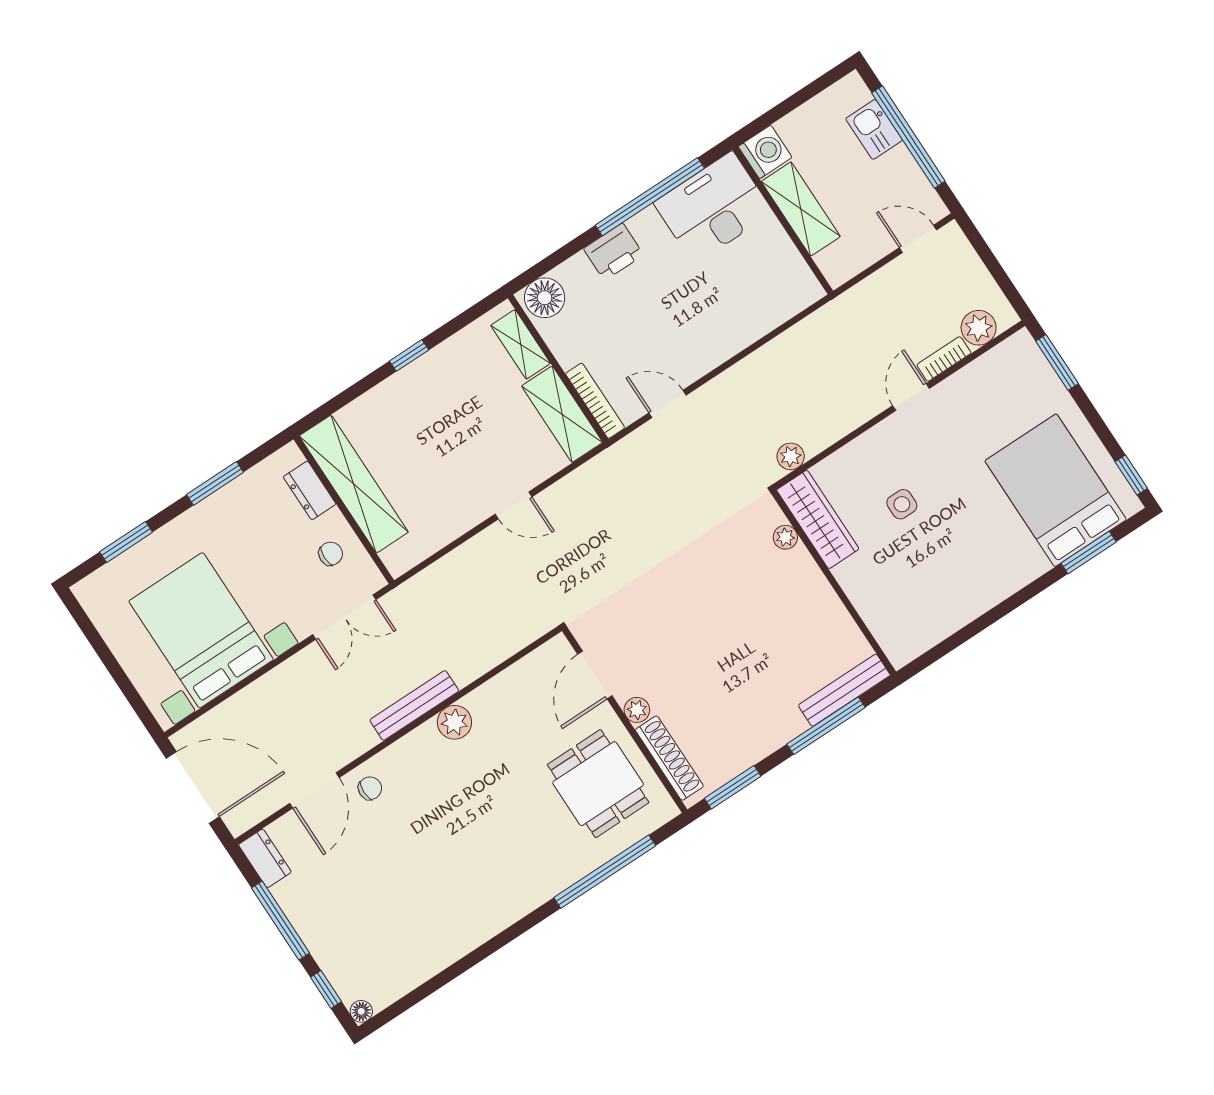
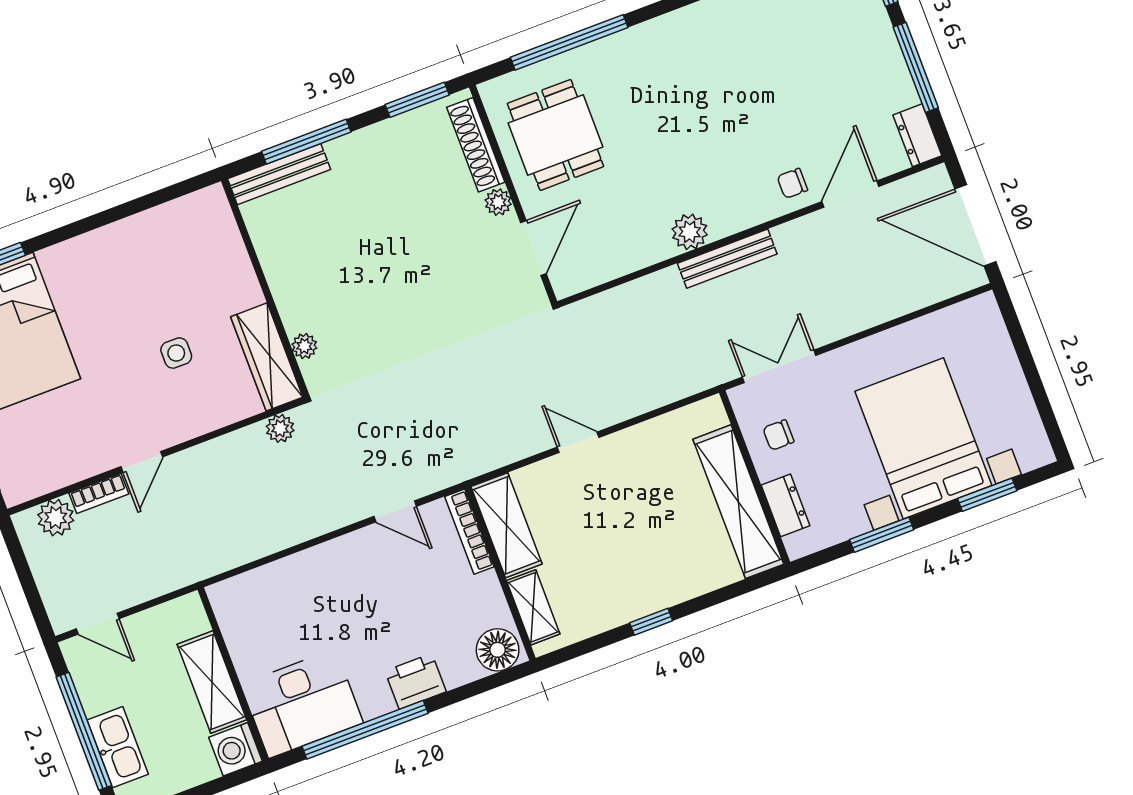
kitchen sink: (874, 129) -> (118, 747), width x1.38
bed with nightstands: (201, 630) -> (923, 438), moved, turned 180

